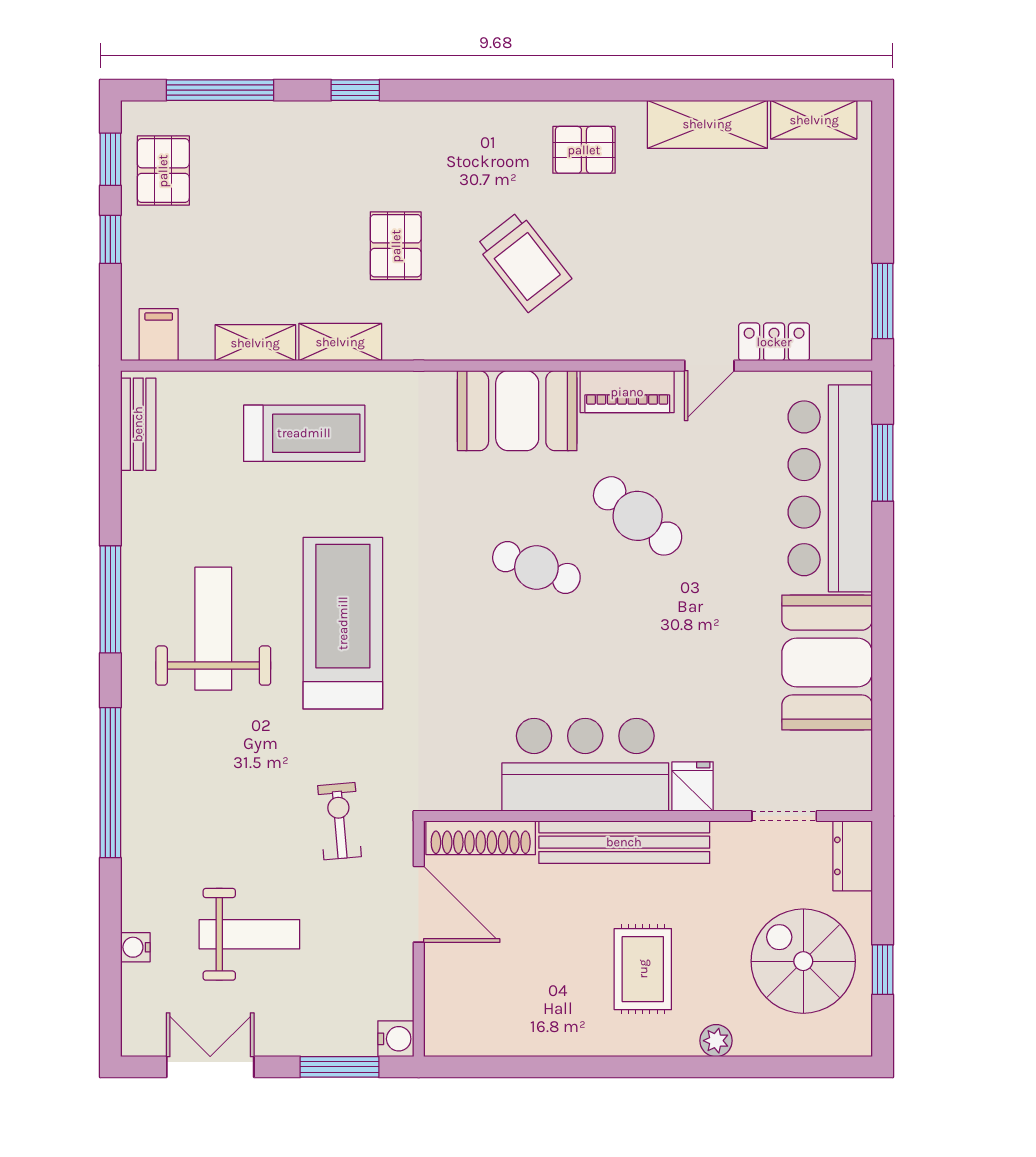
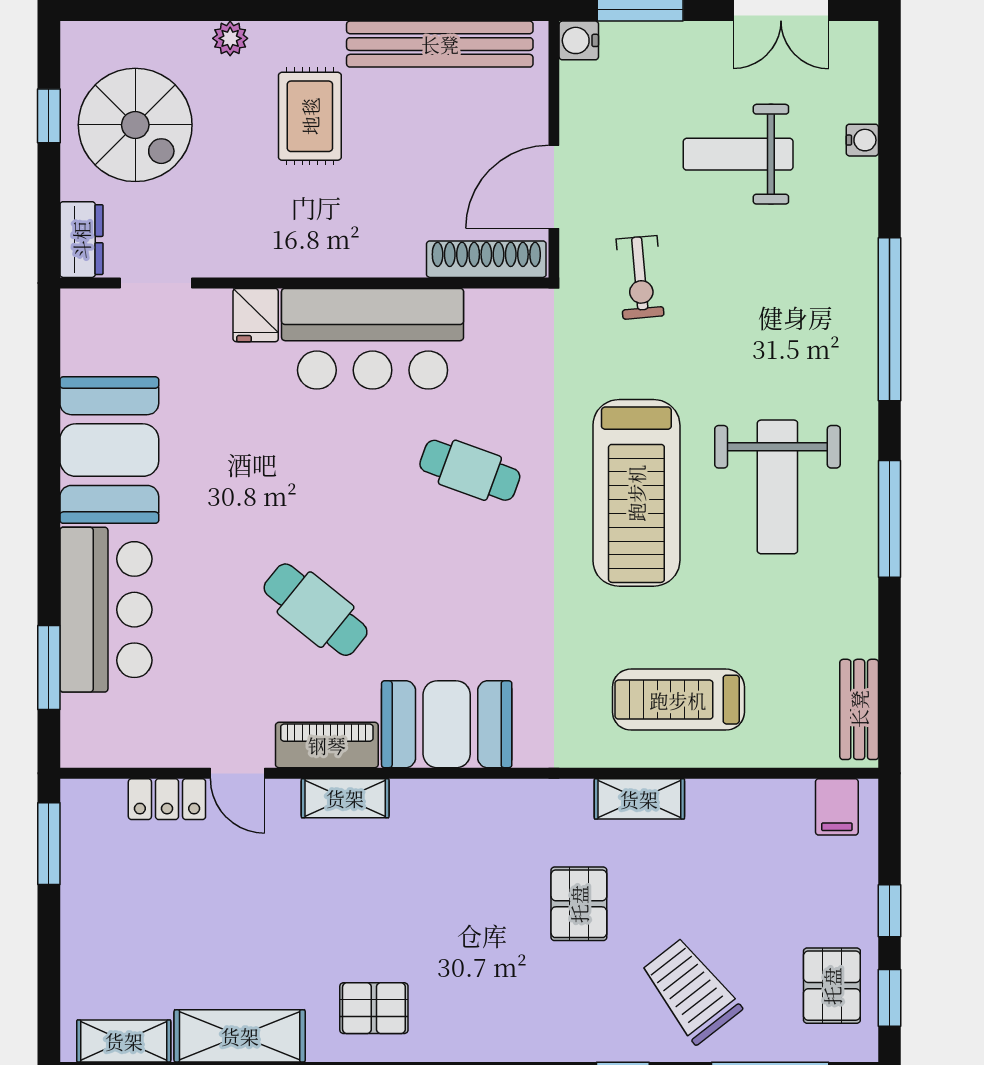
trolley: (524, 262) -> (691, 991), moved
shelving: (255, 343) -> (345, 798), moved
door: (709, 366) -> (237, 773), swing flipped
bar counter: (830, 488) -> (106, 610), width x0.73
cafe table: (536, 568) -> (470, 470), moved
bench: (624, 842) -> (440, 44), moved
door: (419, 904) -> (554, 187), hinge flipped

